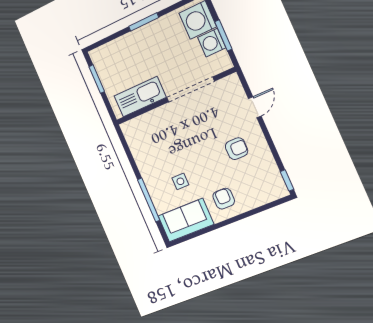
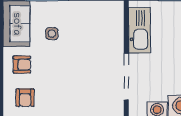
armchair: (237, 149) -> (25, 98), moved

